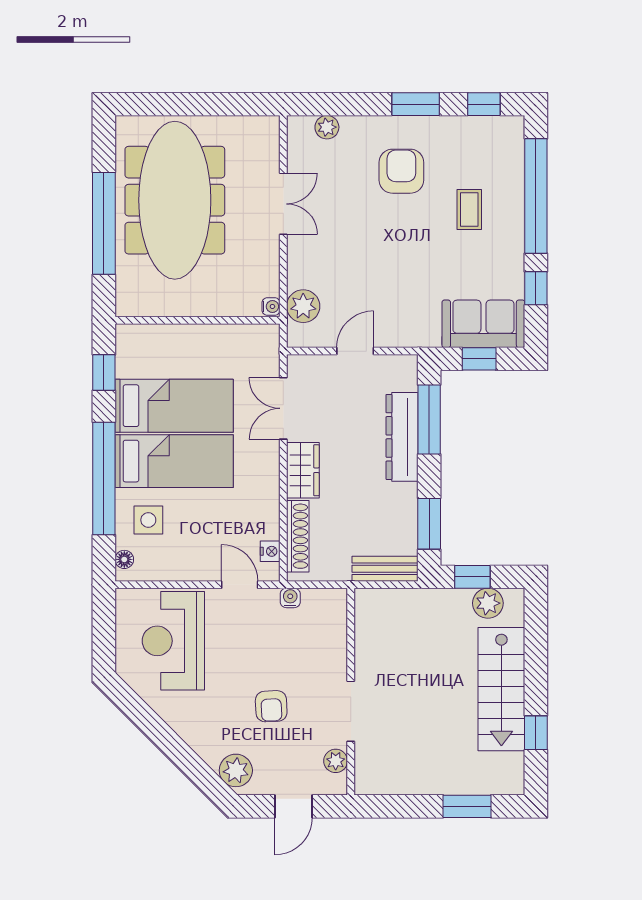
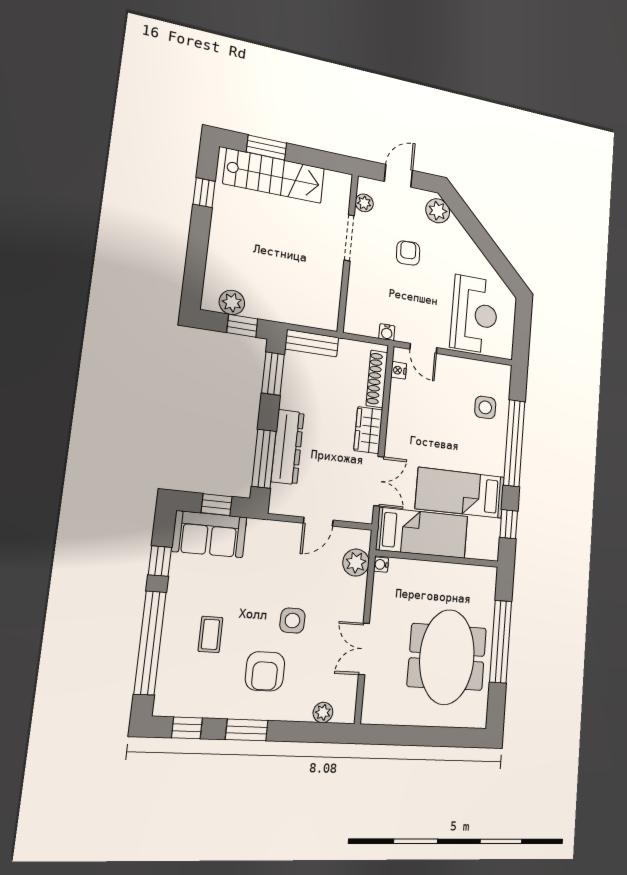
meeting table: (175, 200) -> (447, 657), width x0.73
side table: (375, 232) -> (292, 621), added
bed: (174, 461) -> (422, 533), moved, turned 180
floor lamp: (124, 559) -> (504, 380), removed
stairs: (501, 689) -> (274, 176), moved, turned 90

